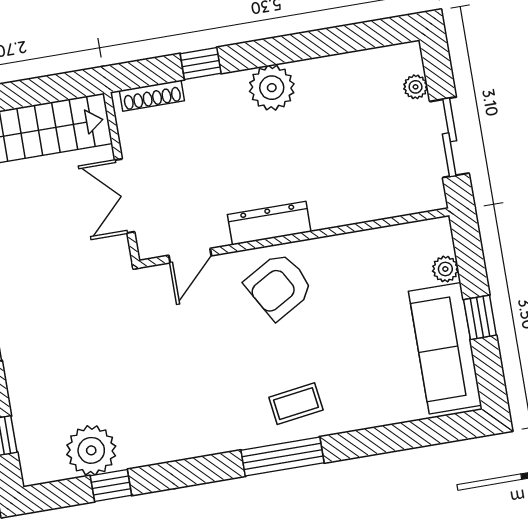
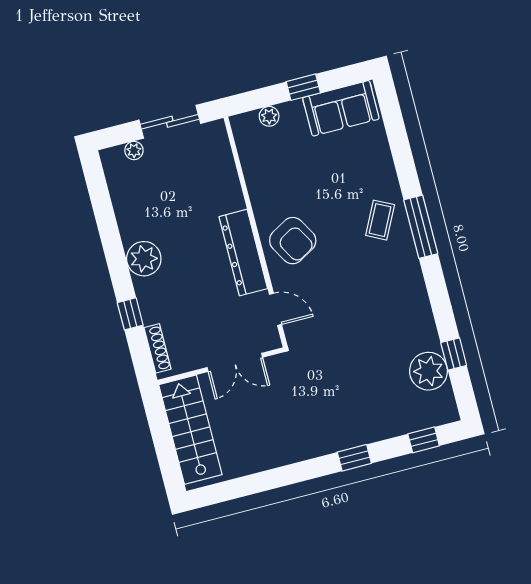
dresser: (269, 223) -> (243, 253), width x1.37, depth x1.24
sofa: (445, 348) -> (341, 108), width x0.73
coffee table: (296, 404) -> (380, 220), turned 35

